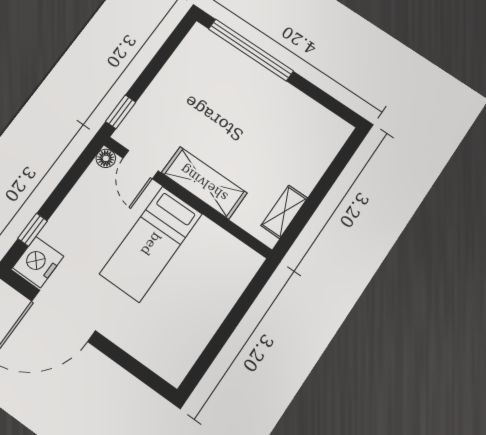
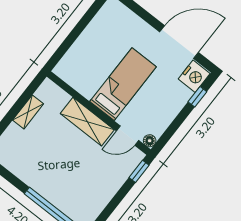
door: (140, 165) -> (128, 136), swing flipped
shelving: (284, 212) -> (28, 112), moved

